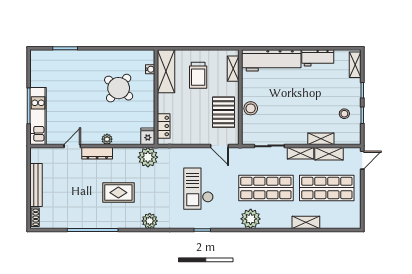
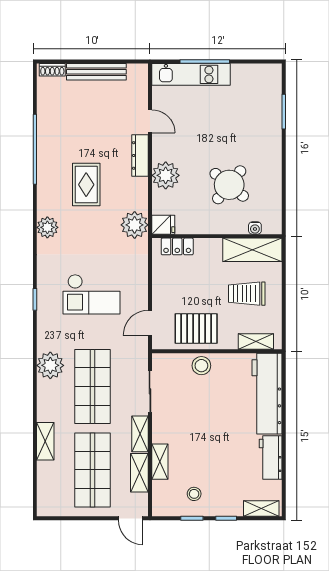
plant: (107, 139) -> (166, 175), width x1.88, depth x1.88
checkout: (199, 189) -> (92, 294), turned 180

